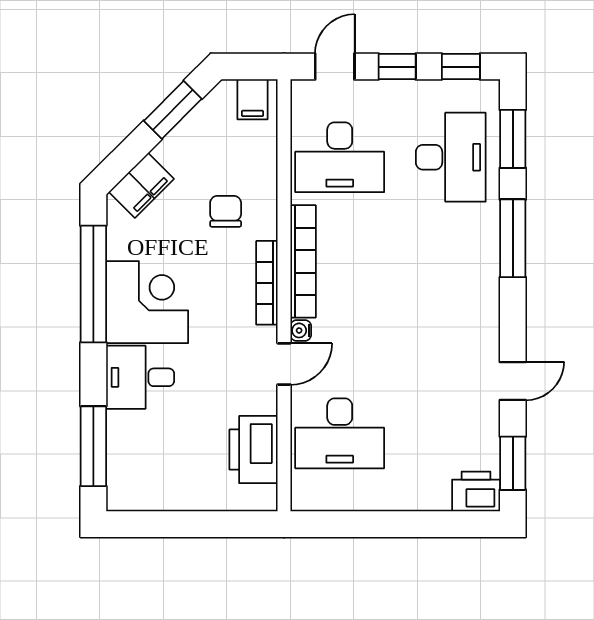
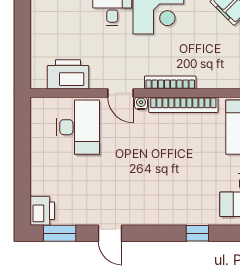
chair: (226, 211) -> (214, 57), removed
window: (513, 238) -> (197, 233), width x0.46
desk: (340, 433) -> (78, 127), turned 180

